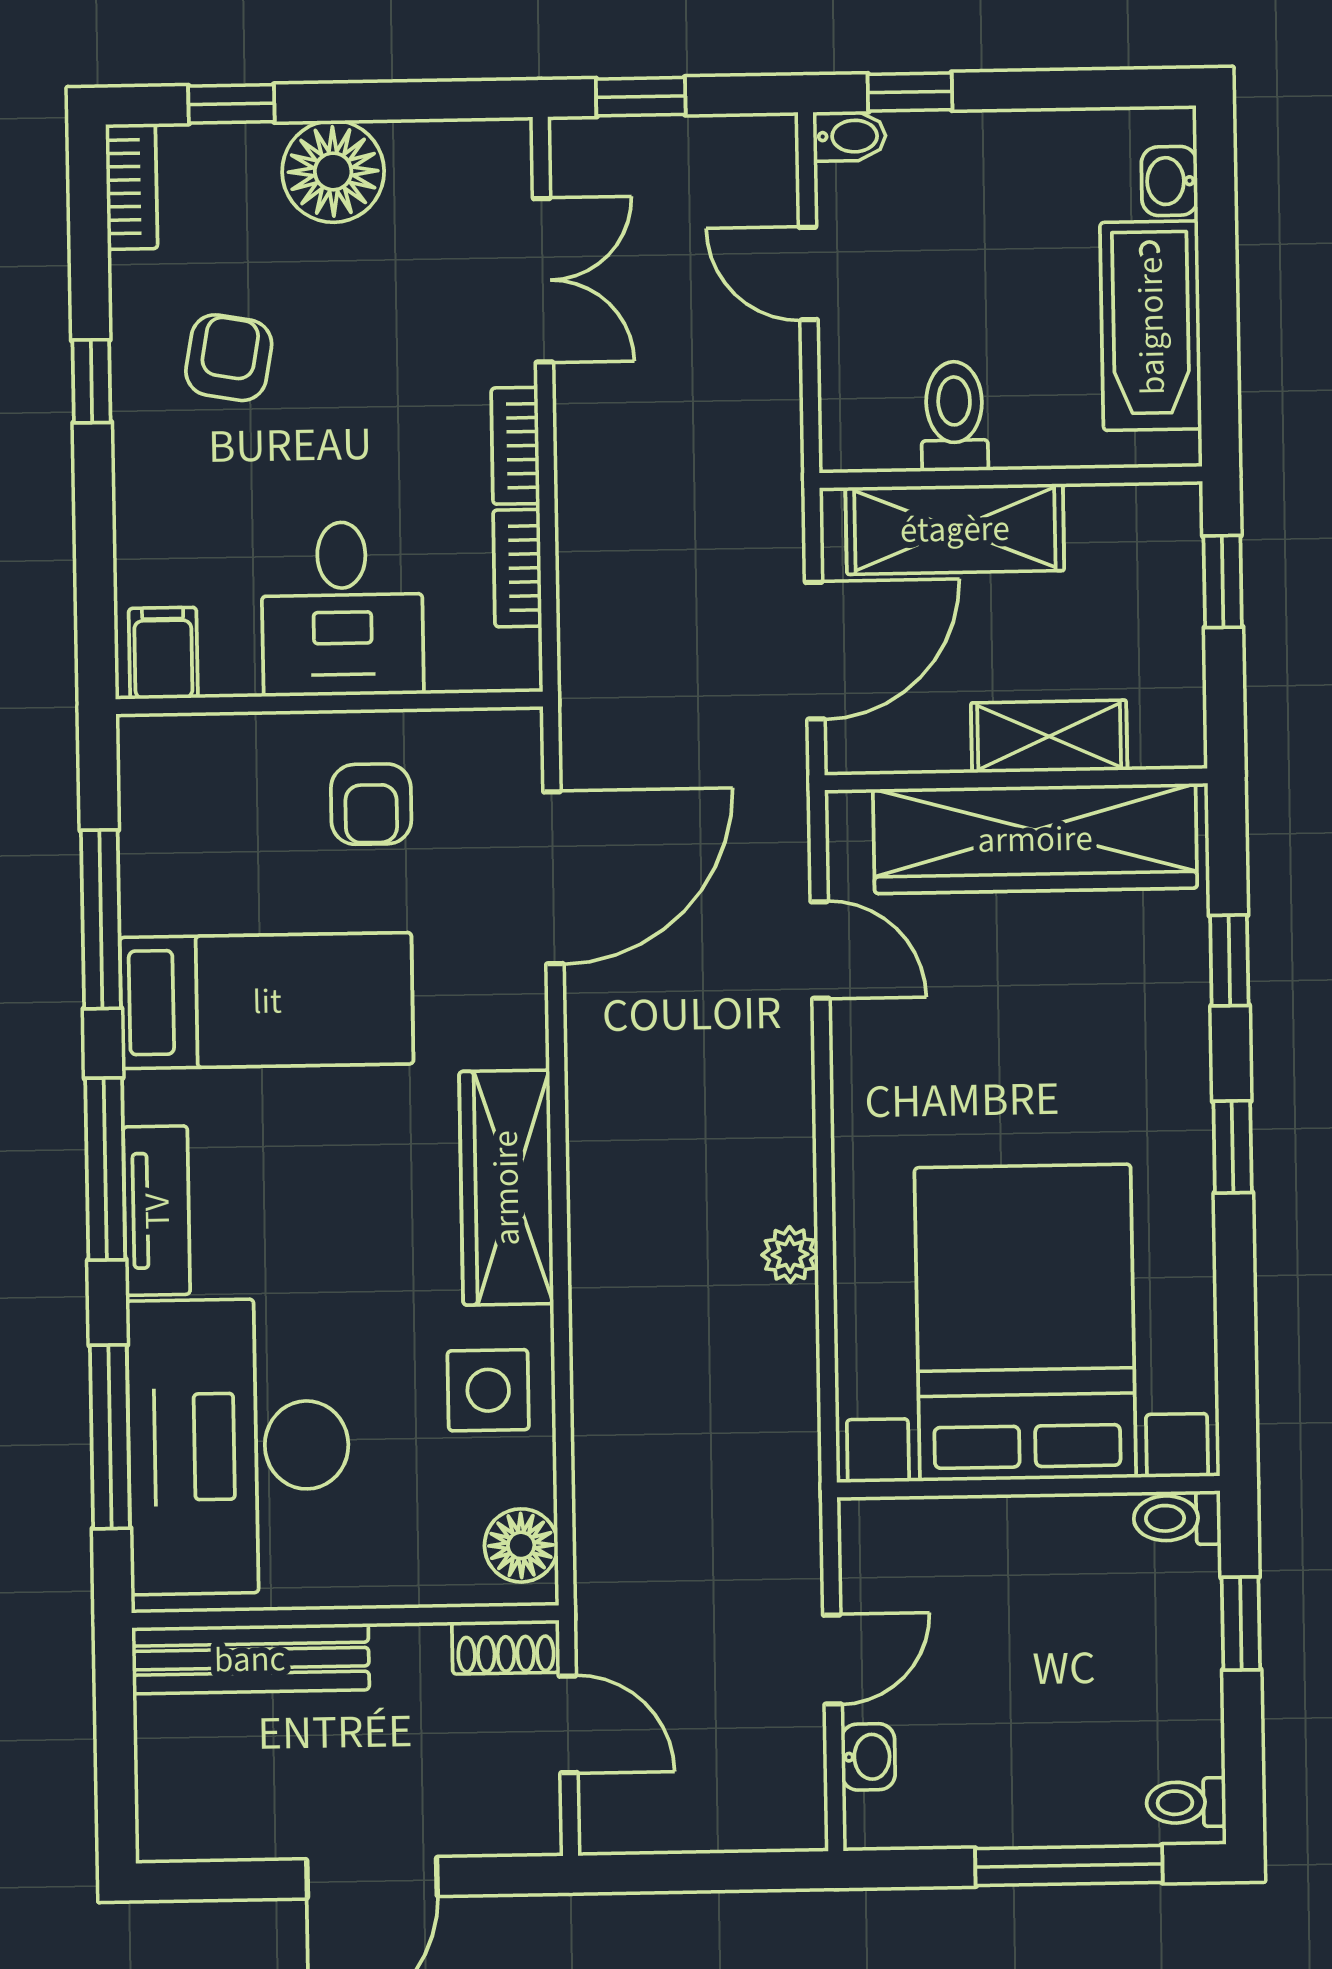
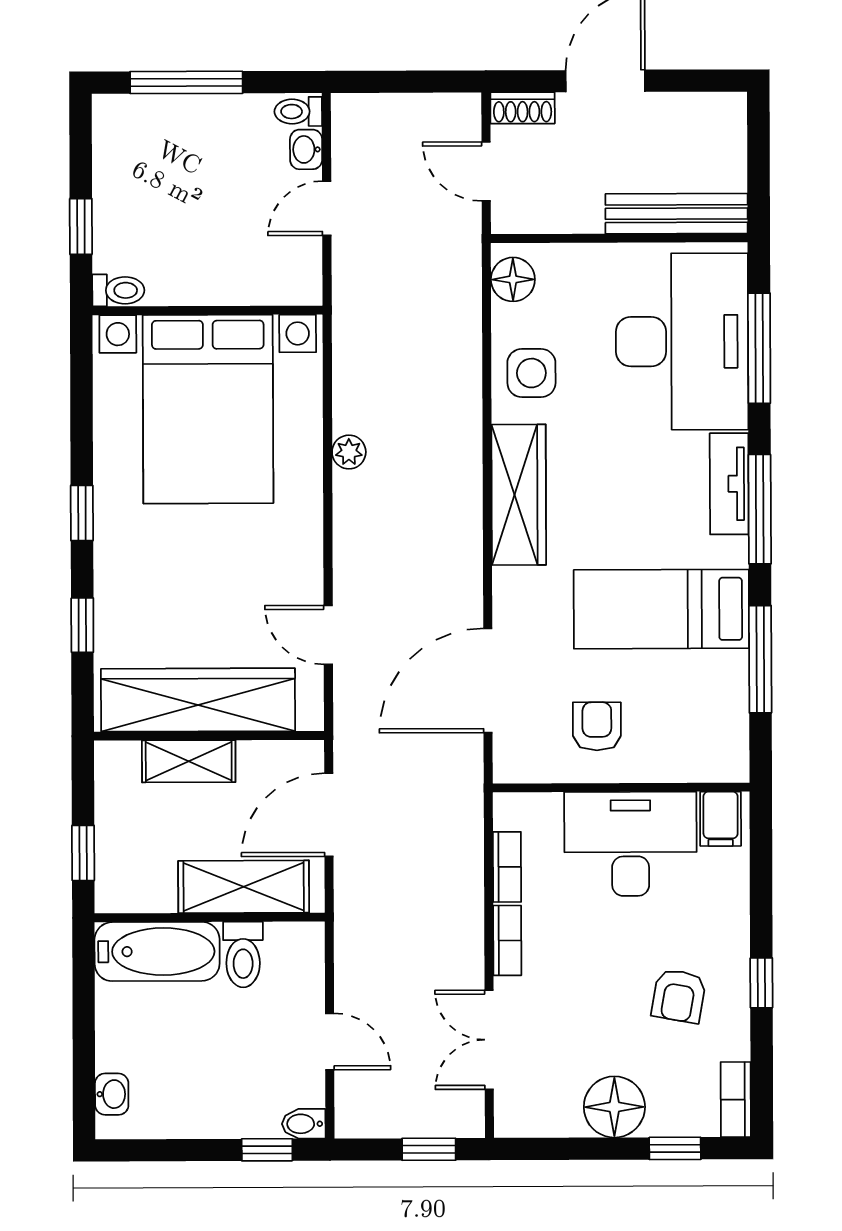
bathtub: (1151, 326) -> (157, 952), moved, turned 90
desk: (342, 609) -> (631, 844), width x1.37
shoe rack: (506, 1647) -> (523, 108), moved, turned 180
toilet: (1186, 1803) -> (298, 111), moved, turned 180

